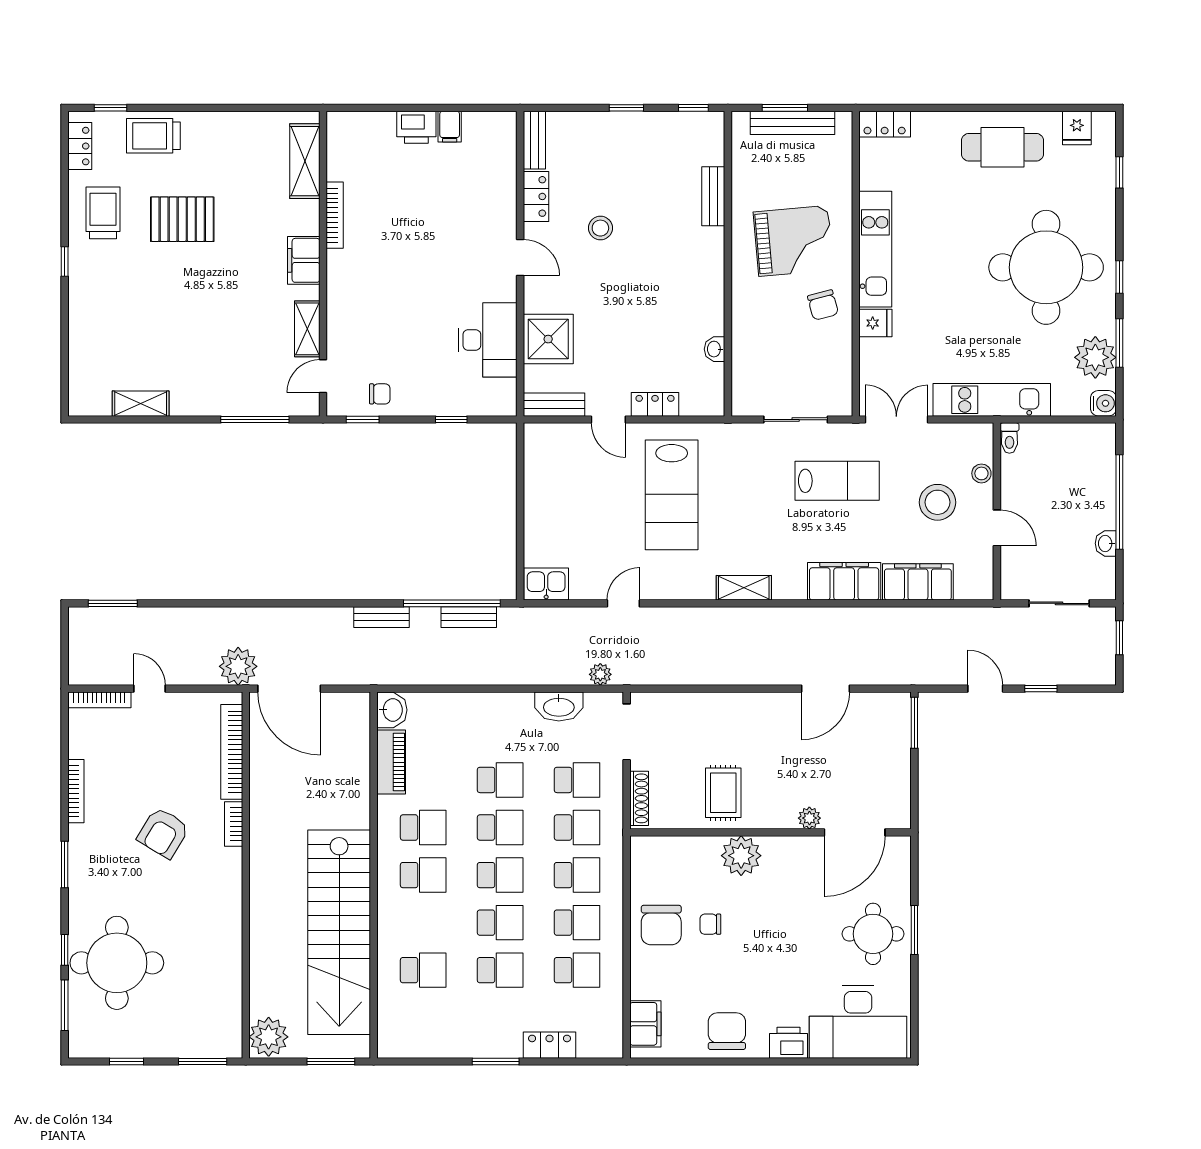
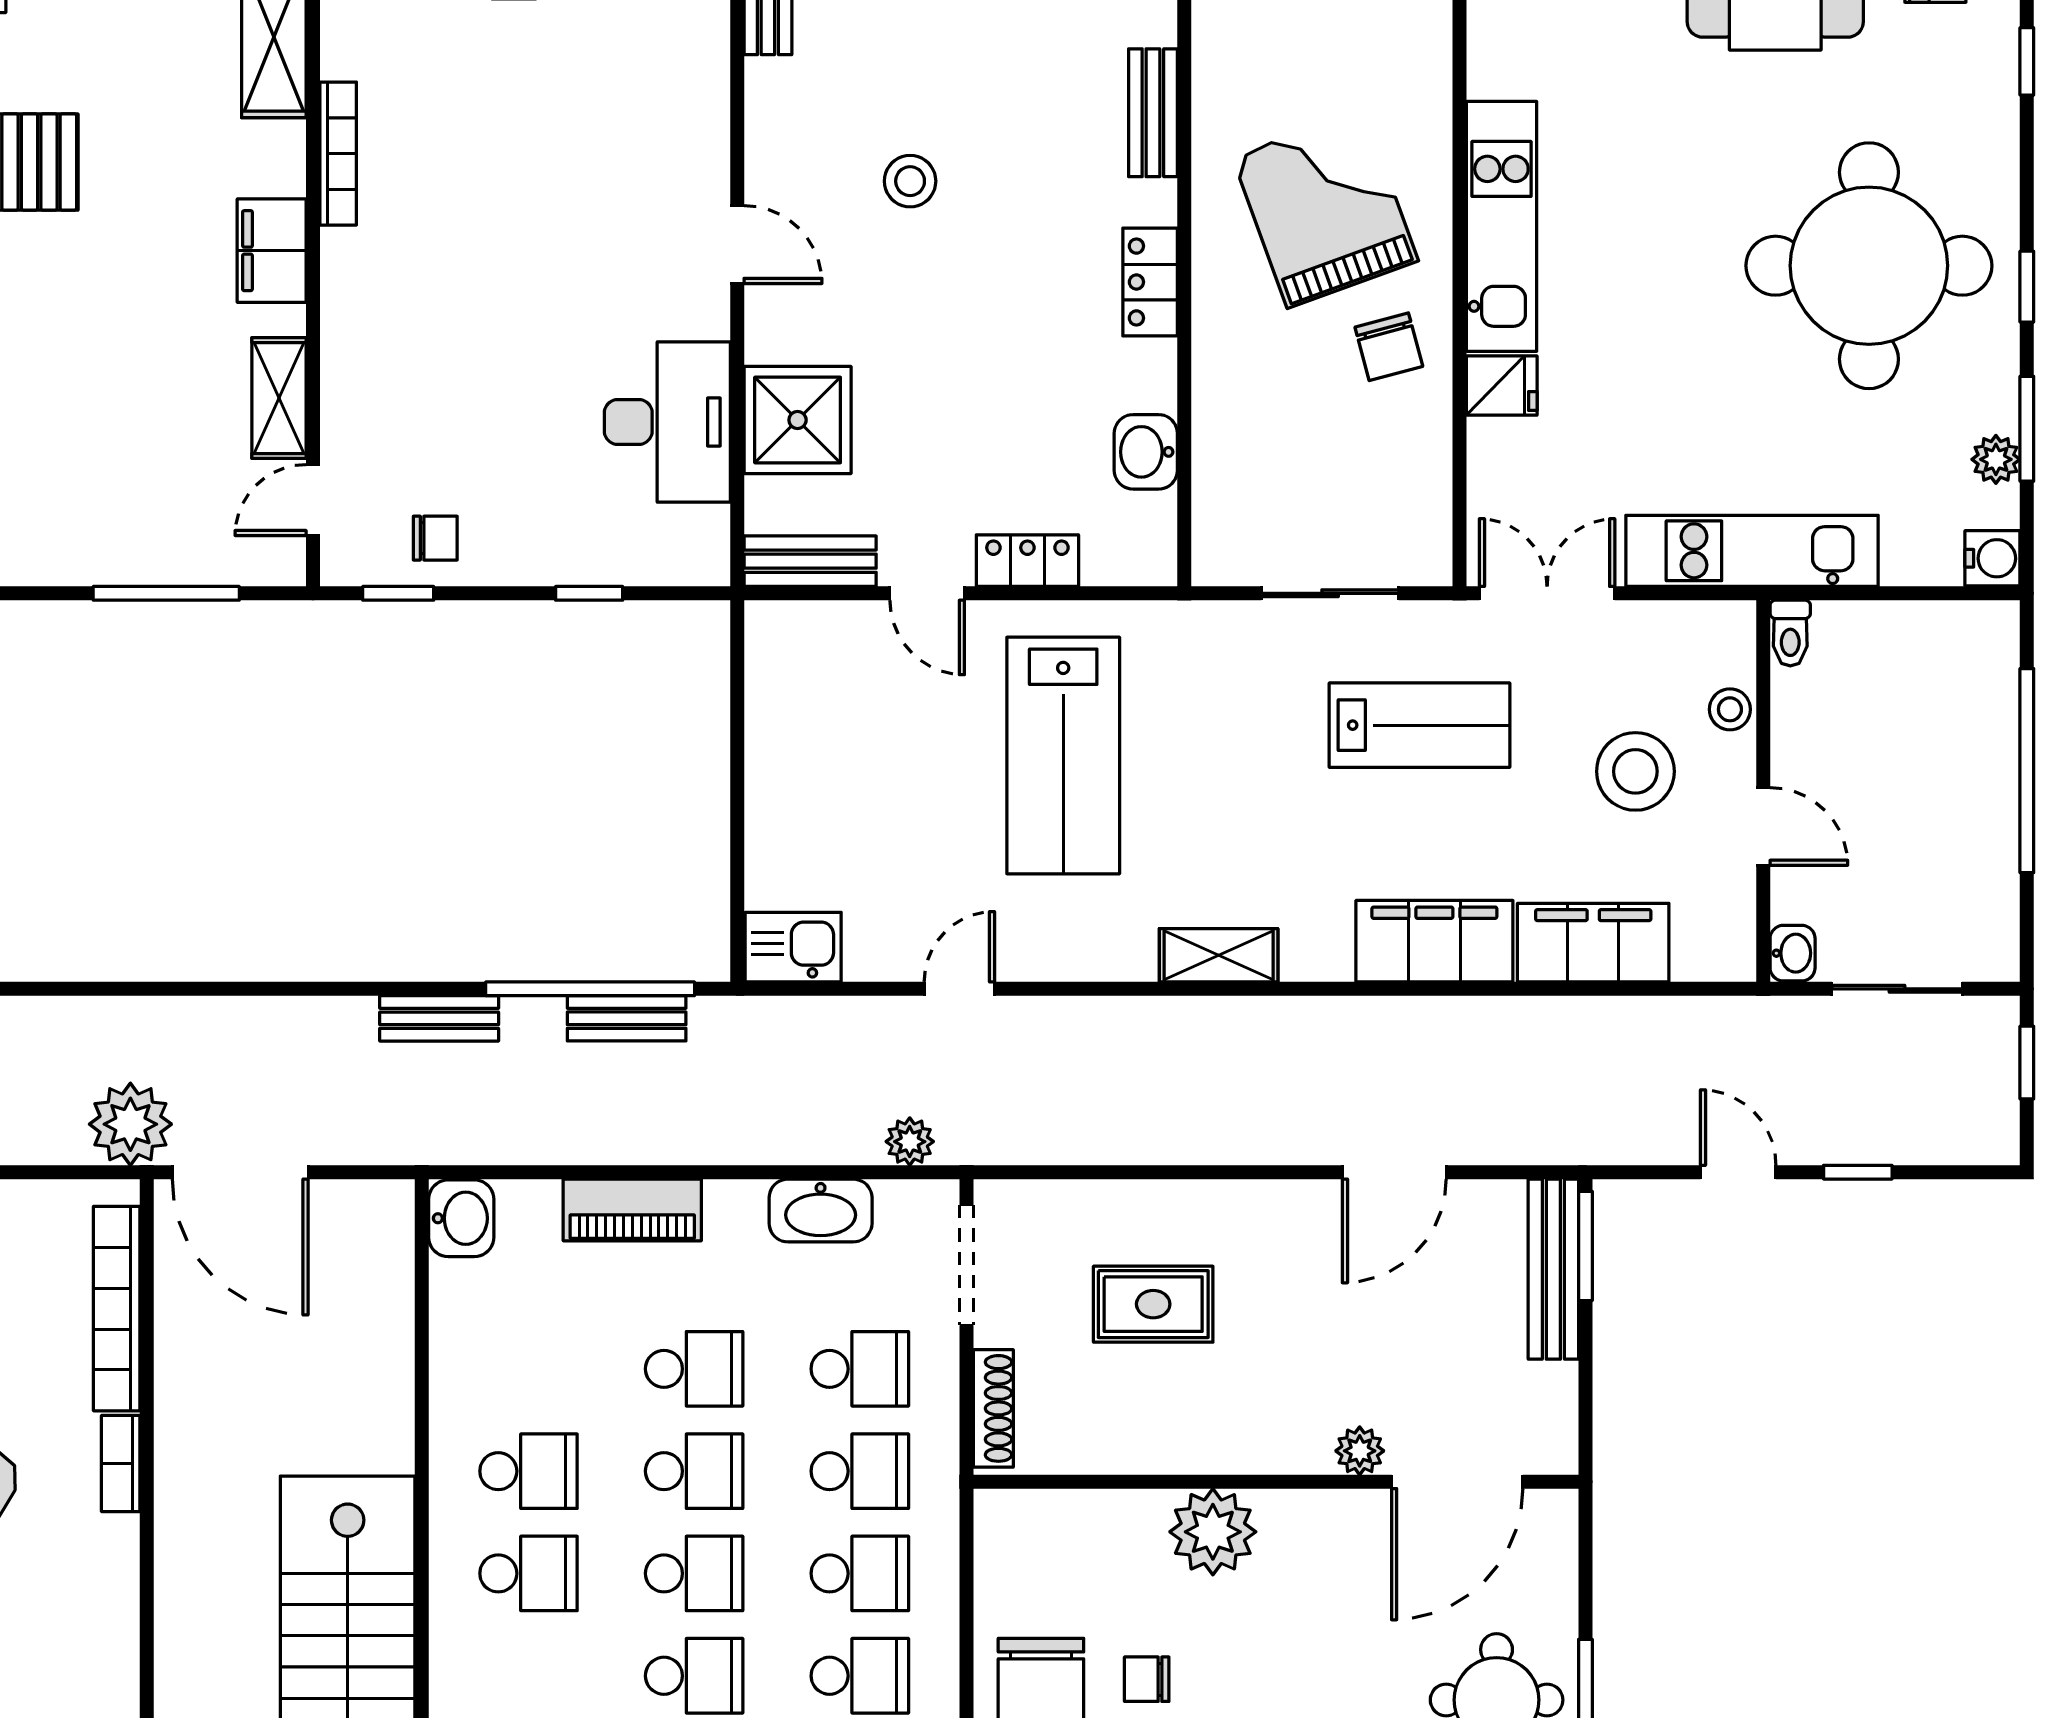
locker: (536, 196) -> (1150, 282), moved, turned 180
grand piano: (793, 241) -> (1325, 209), turned -105
washbasin: (715, 349) -> (1146, 452), width x1.38, depth x1.45
plant: (1095, 357) -> (1996, 459), width x0.53, depth x0.53
washbasin: (1106, 543) -> (1793, 953), moved, turned 180
bench: (899, 734) -> (1553, 1269), added
piano: (391, 762) -> (632, 1210), moved, turned 90
rug: (723, 793) -> (1153, 1304), moved, turned 90

